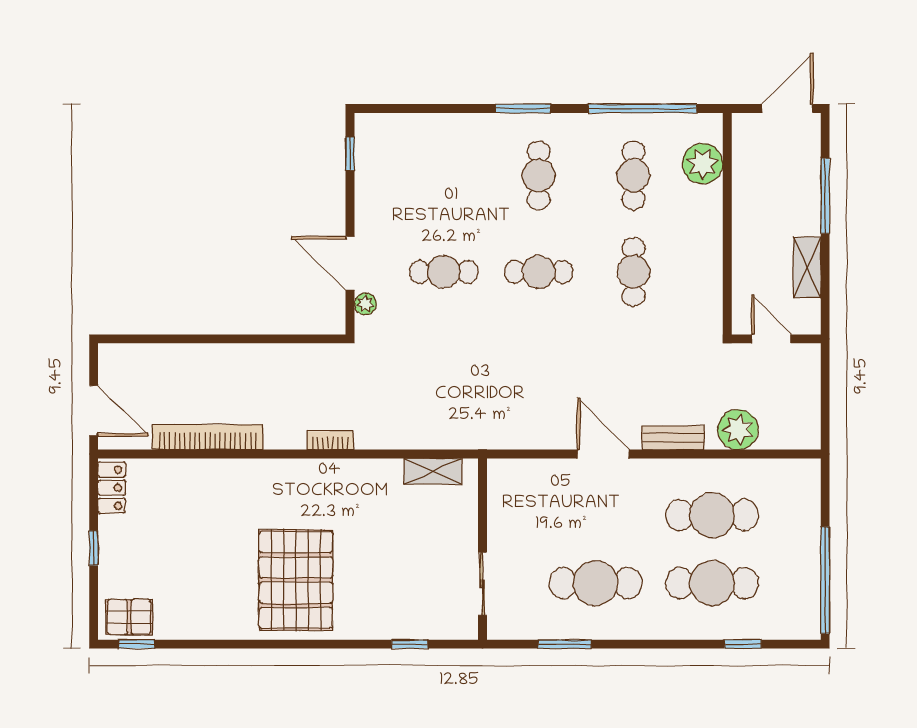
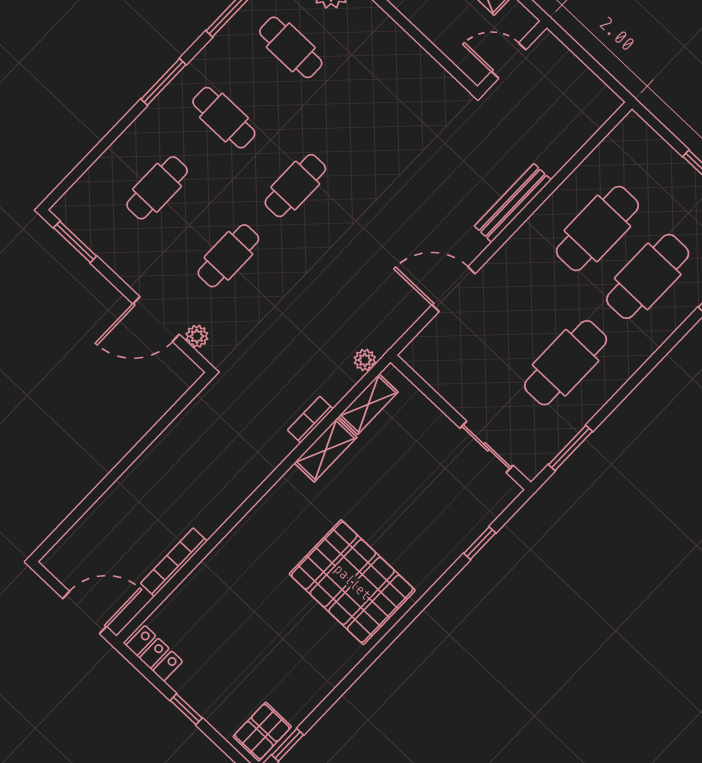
window: (350, 154) -> (75, 242), width x1.50
cafe table: (634, 272) -> (157, 188), moved, turned 90
plant: (738, 430) -> (365, 360), moved, width x0.53, depth x0.53
bookcase: (208, 437) -> (174, 562), width x0.68, depth x0.76
bench: (673, 438) -> (513, 203), width x1.36
bookcase: (330, 441) -> (310, 420), moved
door: (603, 454) -> (454, 289), moved
shelving: (372, 472) -> (326, 450), added
window: (565, 644) -> (570, 448), moved

